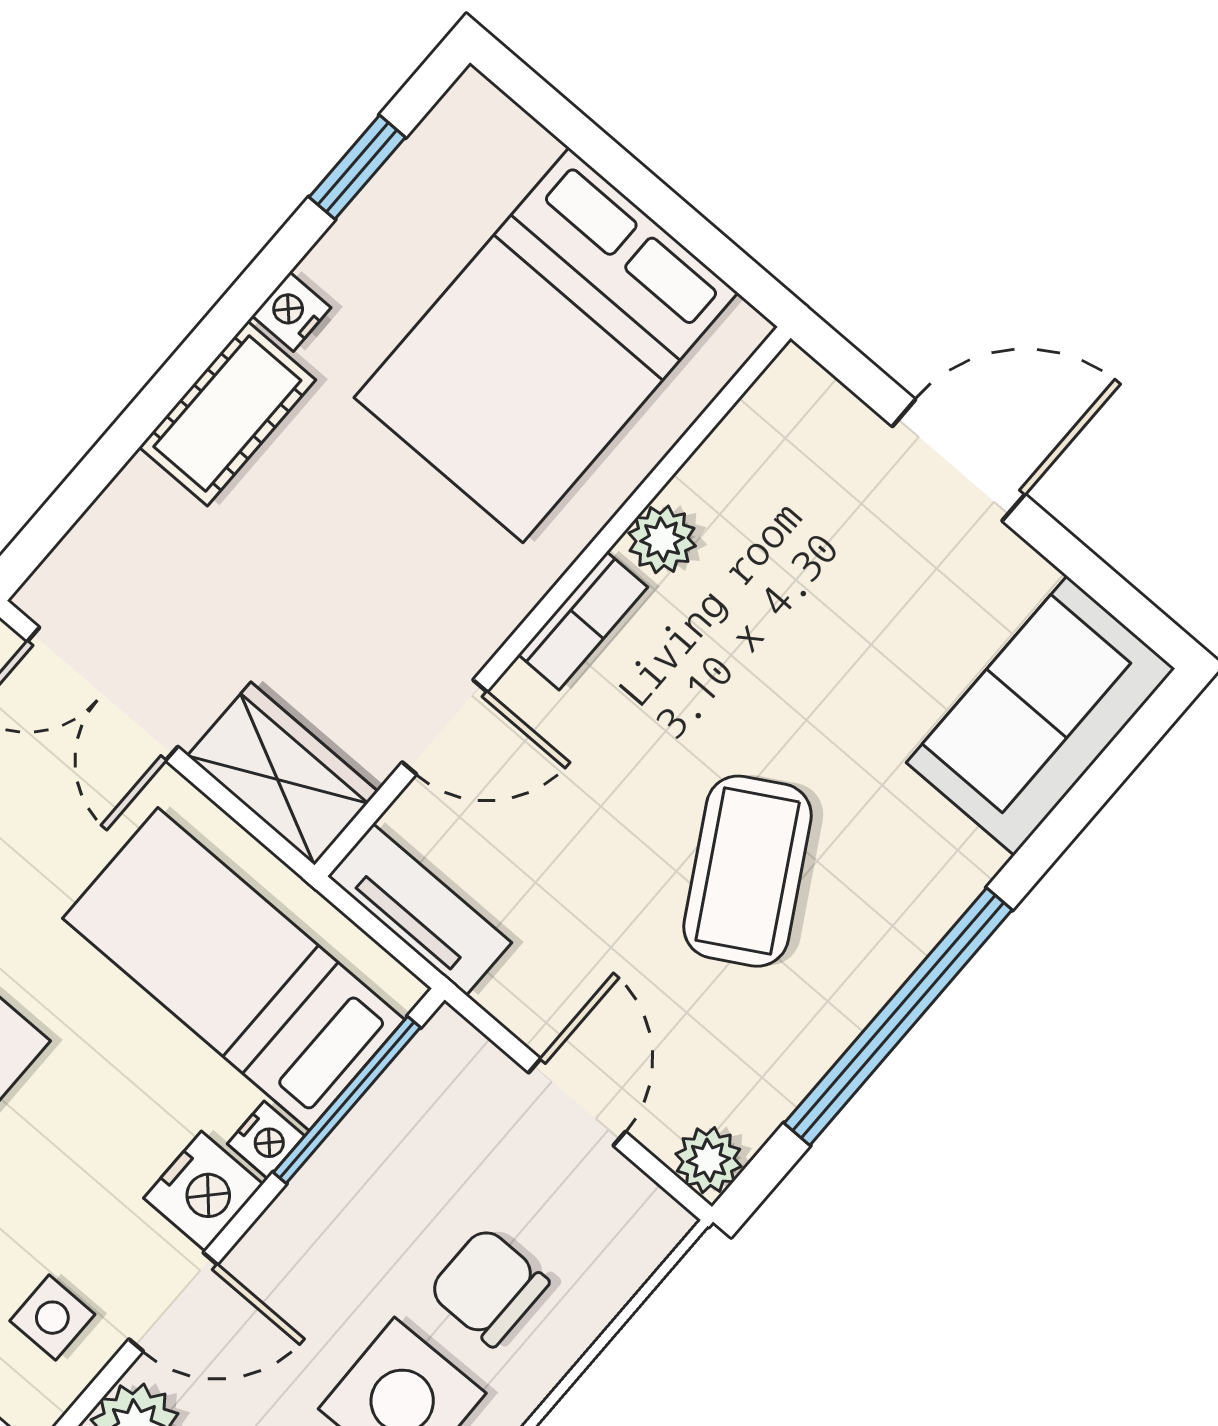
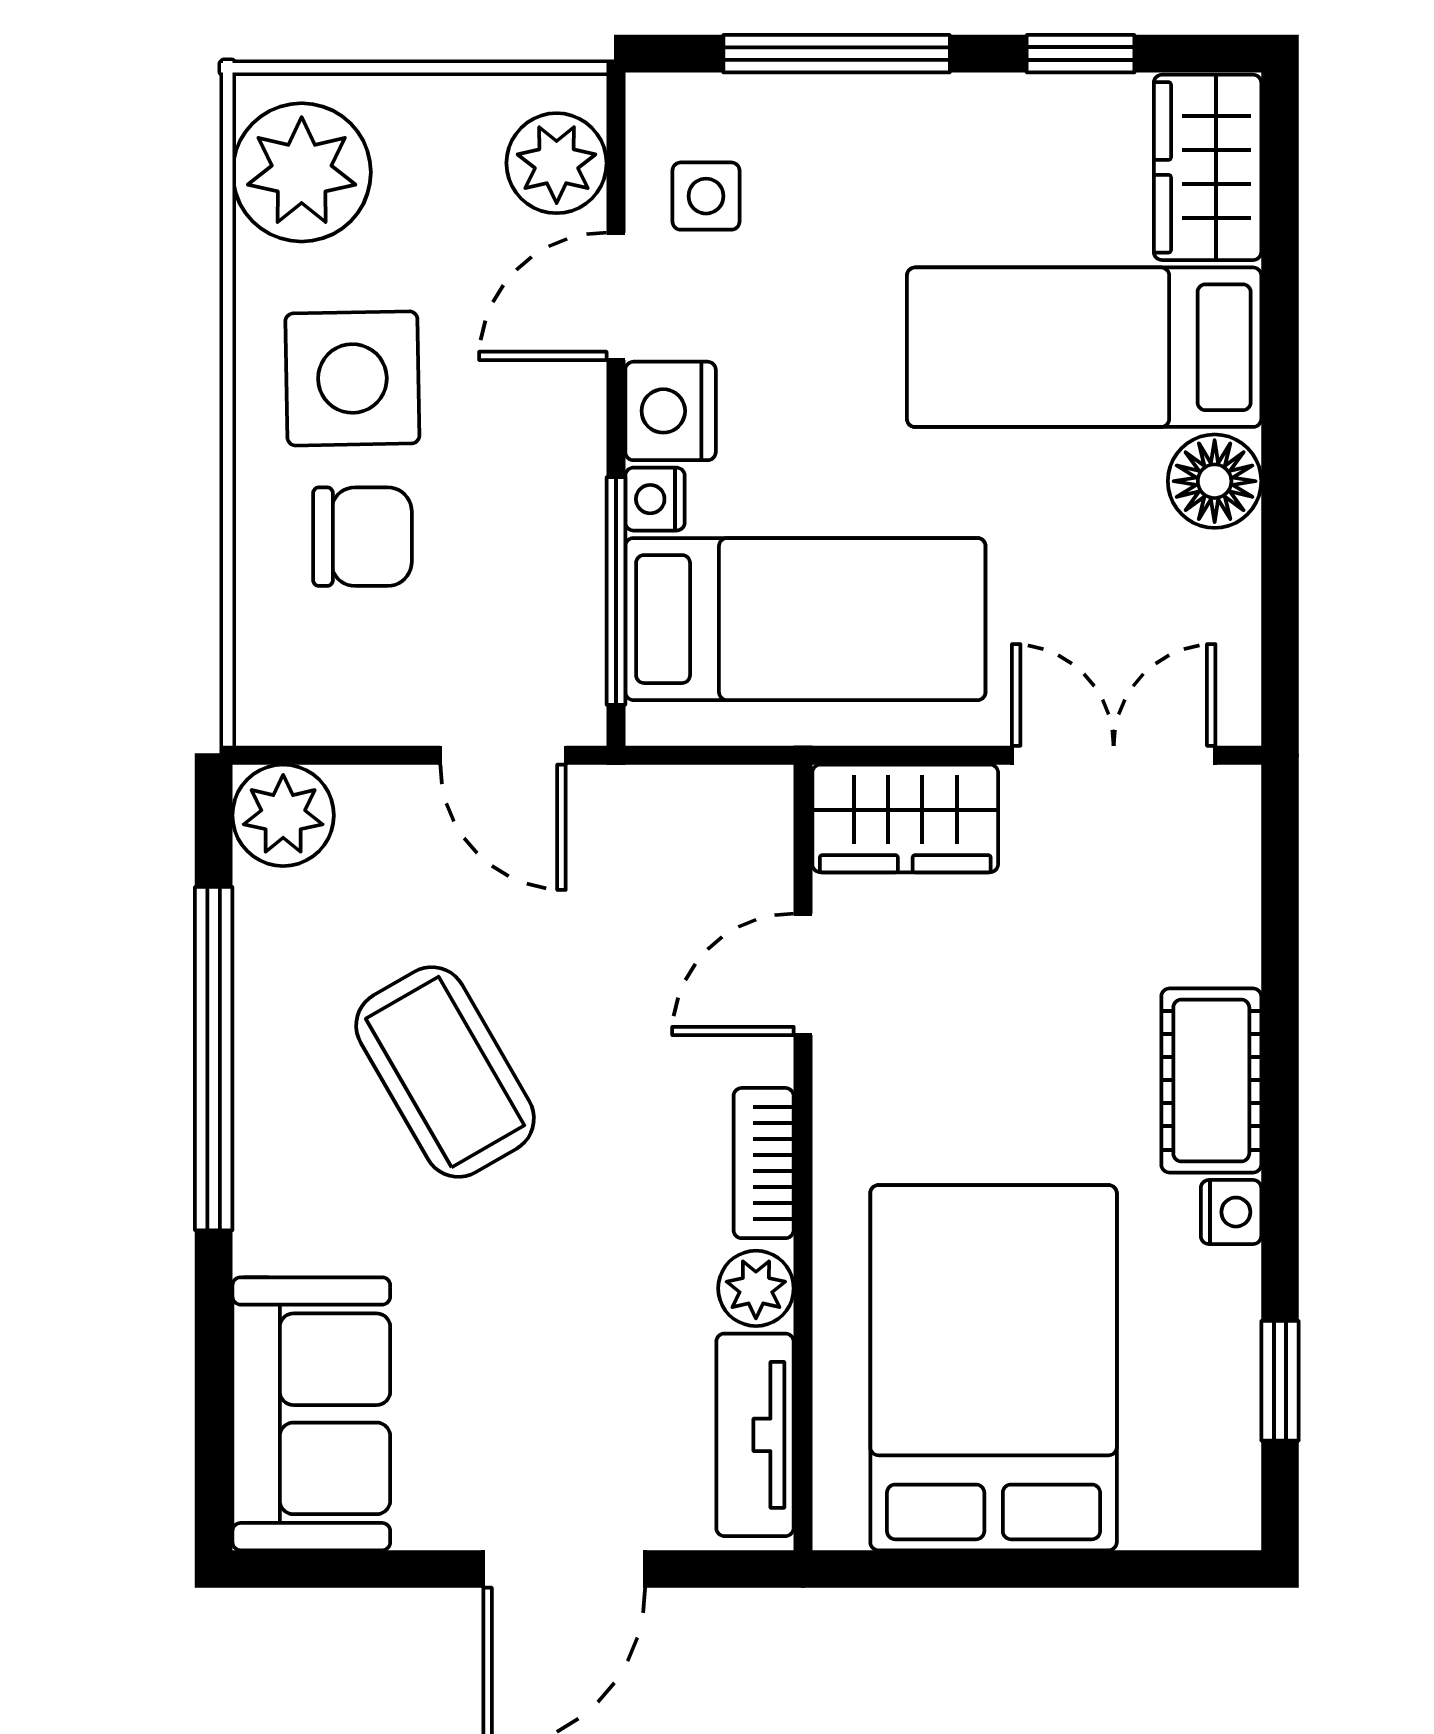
tv unit: (420, 909) -> (755, 1435), moved, turned 90
door: (577, 1102) -> (503, 755), moved
plant: (708, 1160) -> (283, 815), width x1.38, depth x1.38

